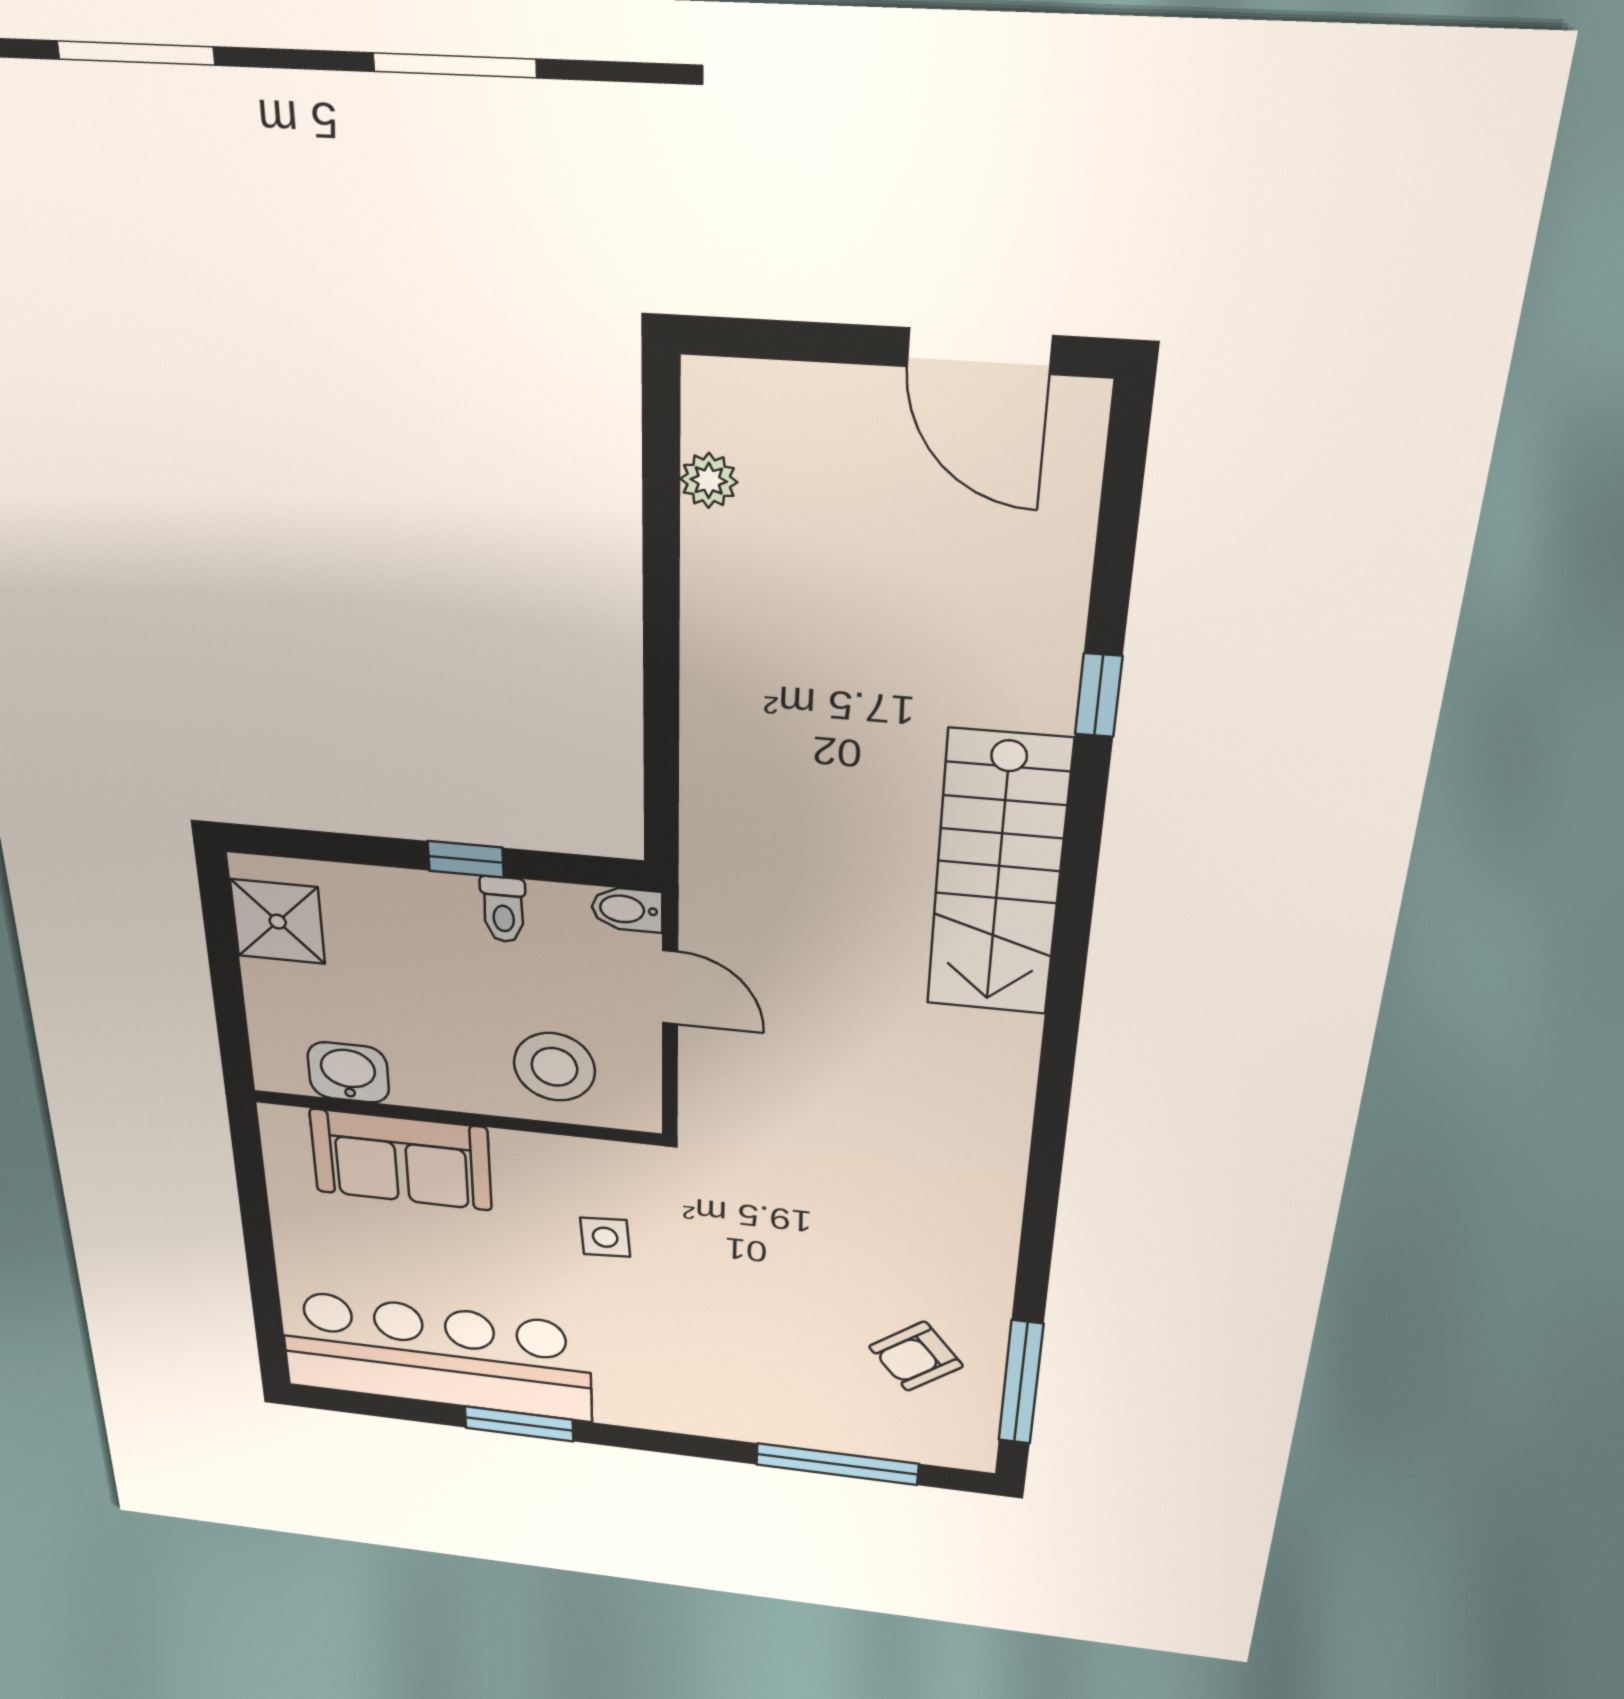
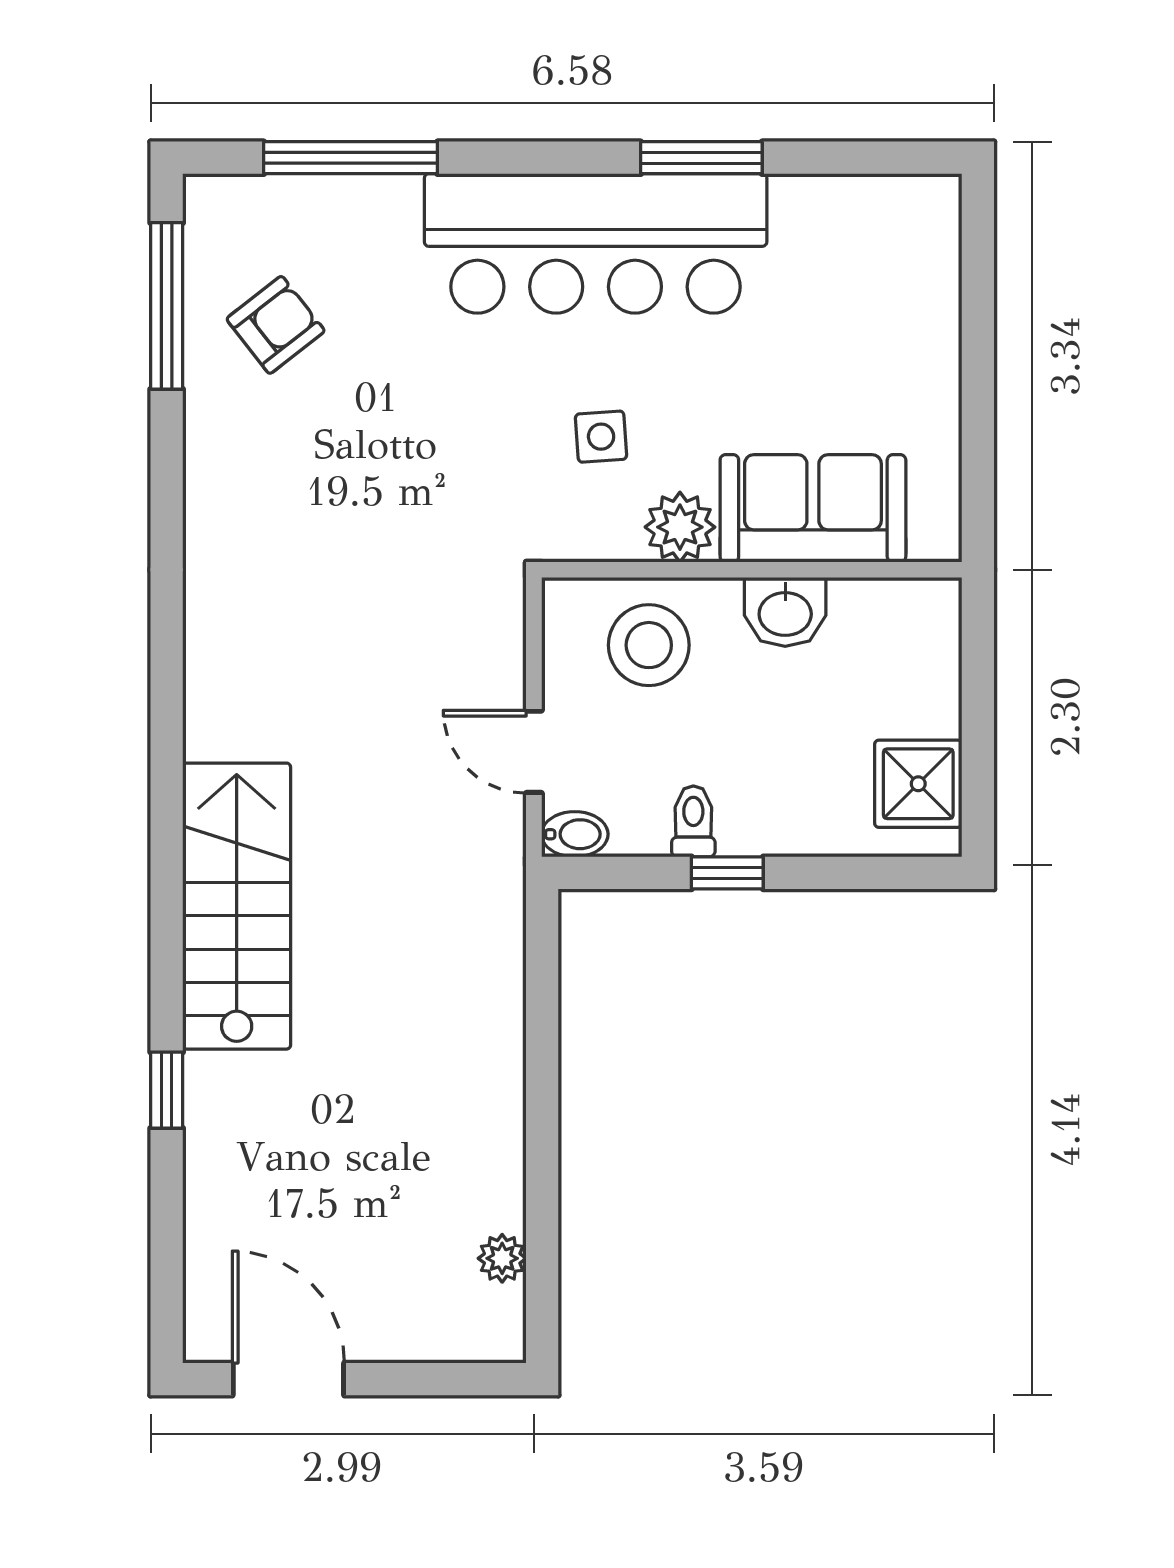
washbasin: (348, 1072) -> (785, 612), moved
plant: (527, 1159) -> (680, 527), added
bar counter: (436, 1356) -> (596, 243), moved

